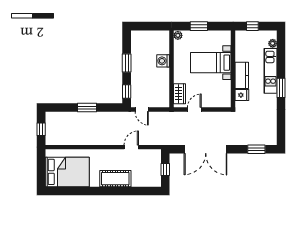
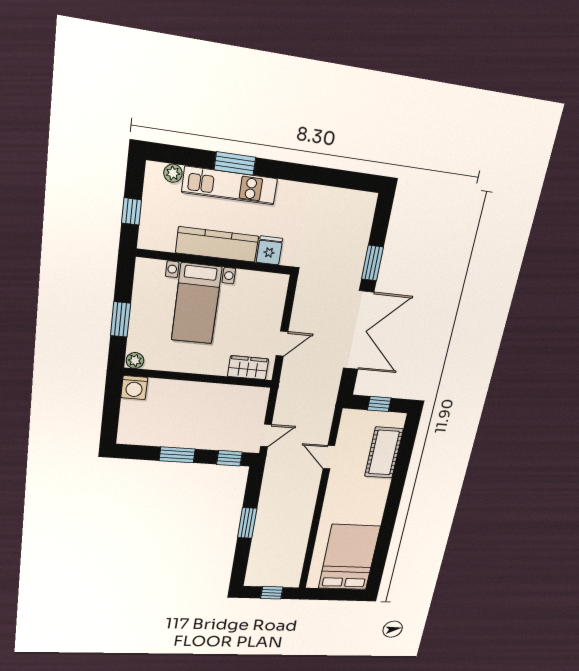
washing machine: (163, 61) -> (134, 388), moved
kitchen counter: (242, 75) -> (217, 244), width x1.50
window: (281, 88) -> (235, 164), moved
door: (194, 110) -> (282, 344), swing flipped
window: (256, 149) -> (372, 263), moved
cot: (115, 179) -> (384, 453), moved

